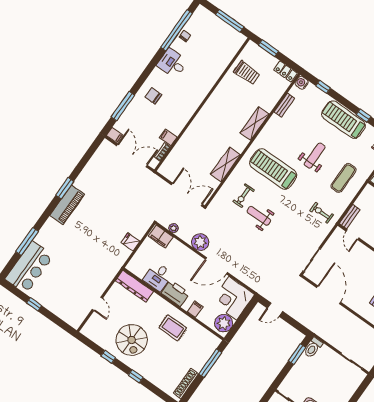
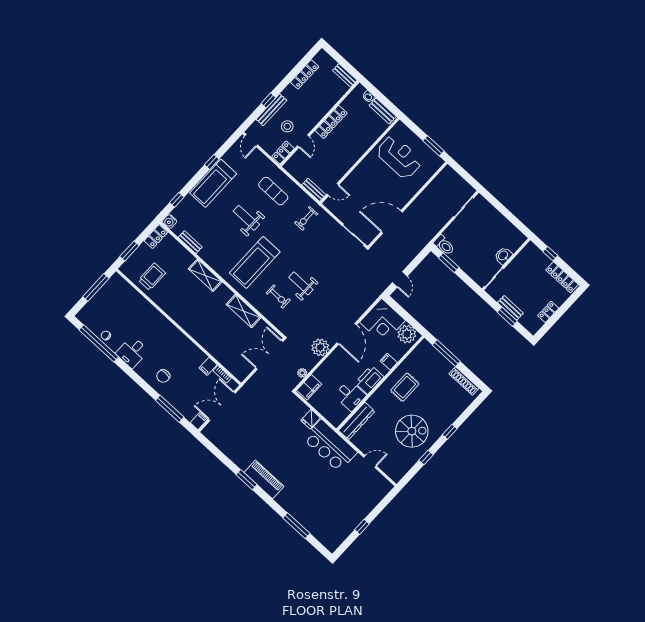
weight bench: (259, 216) -> (301, 283), turned 90
bar counter: (29, 267) -> (330, 446), moved, turned 180

